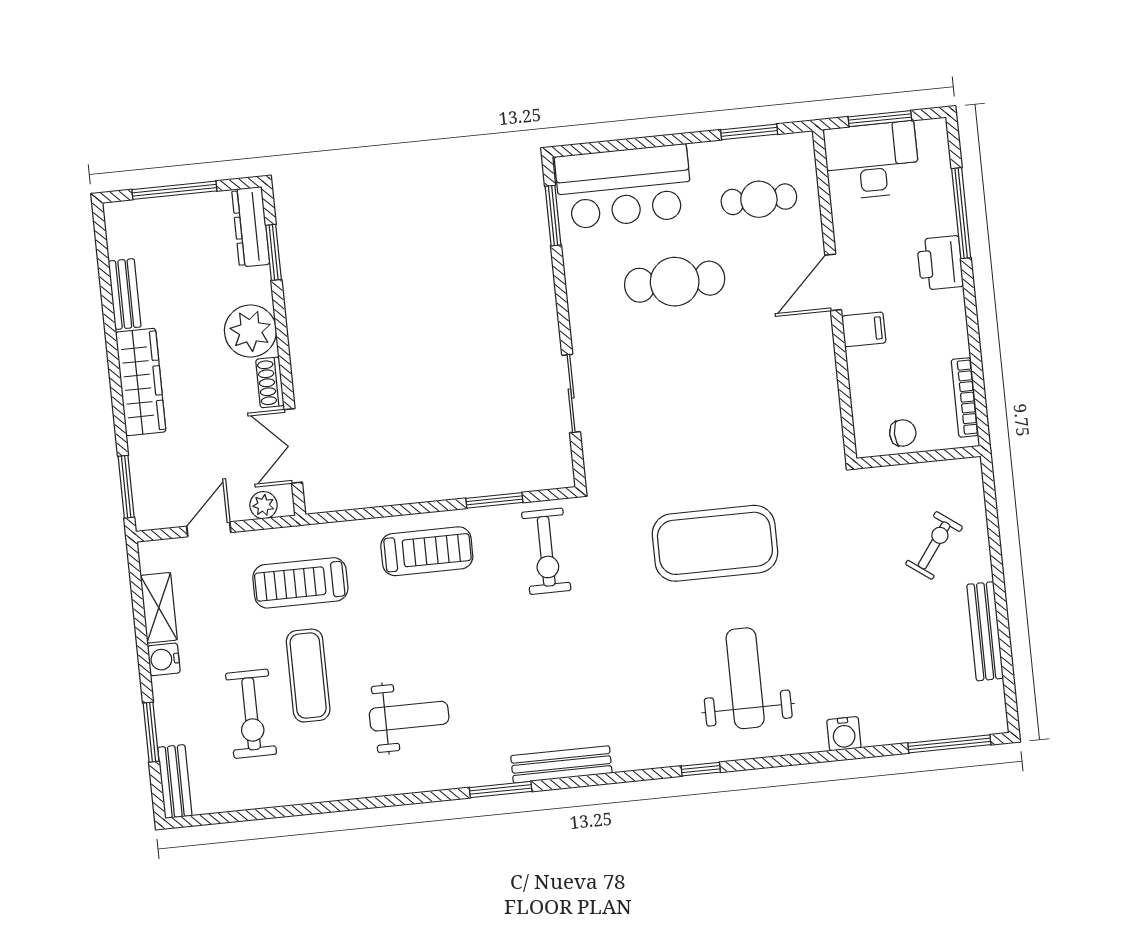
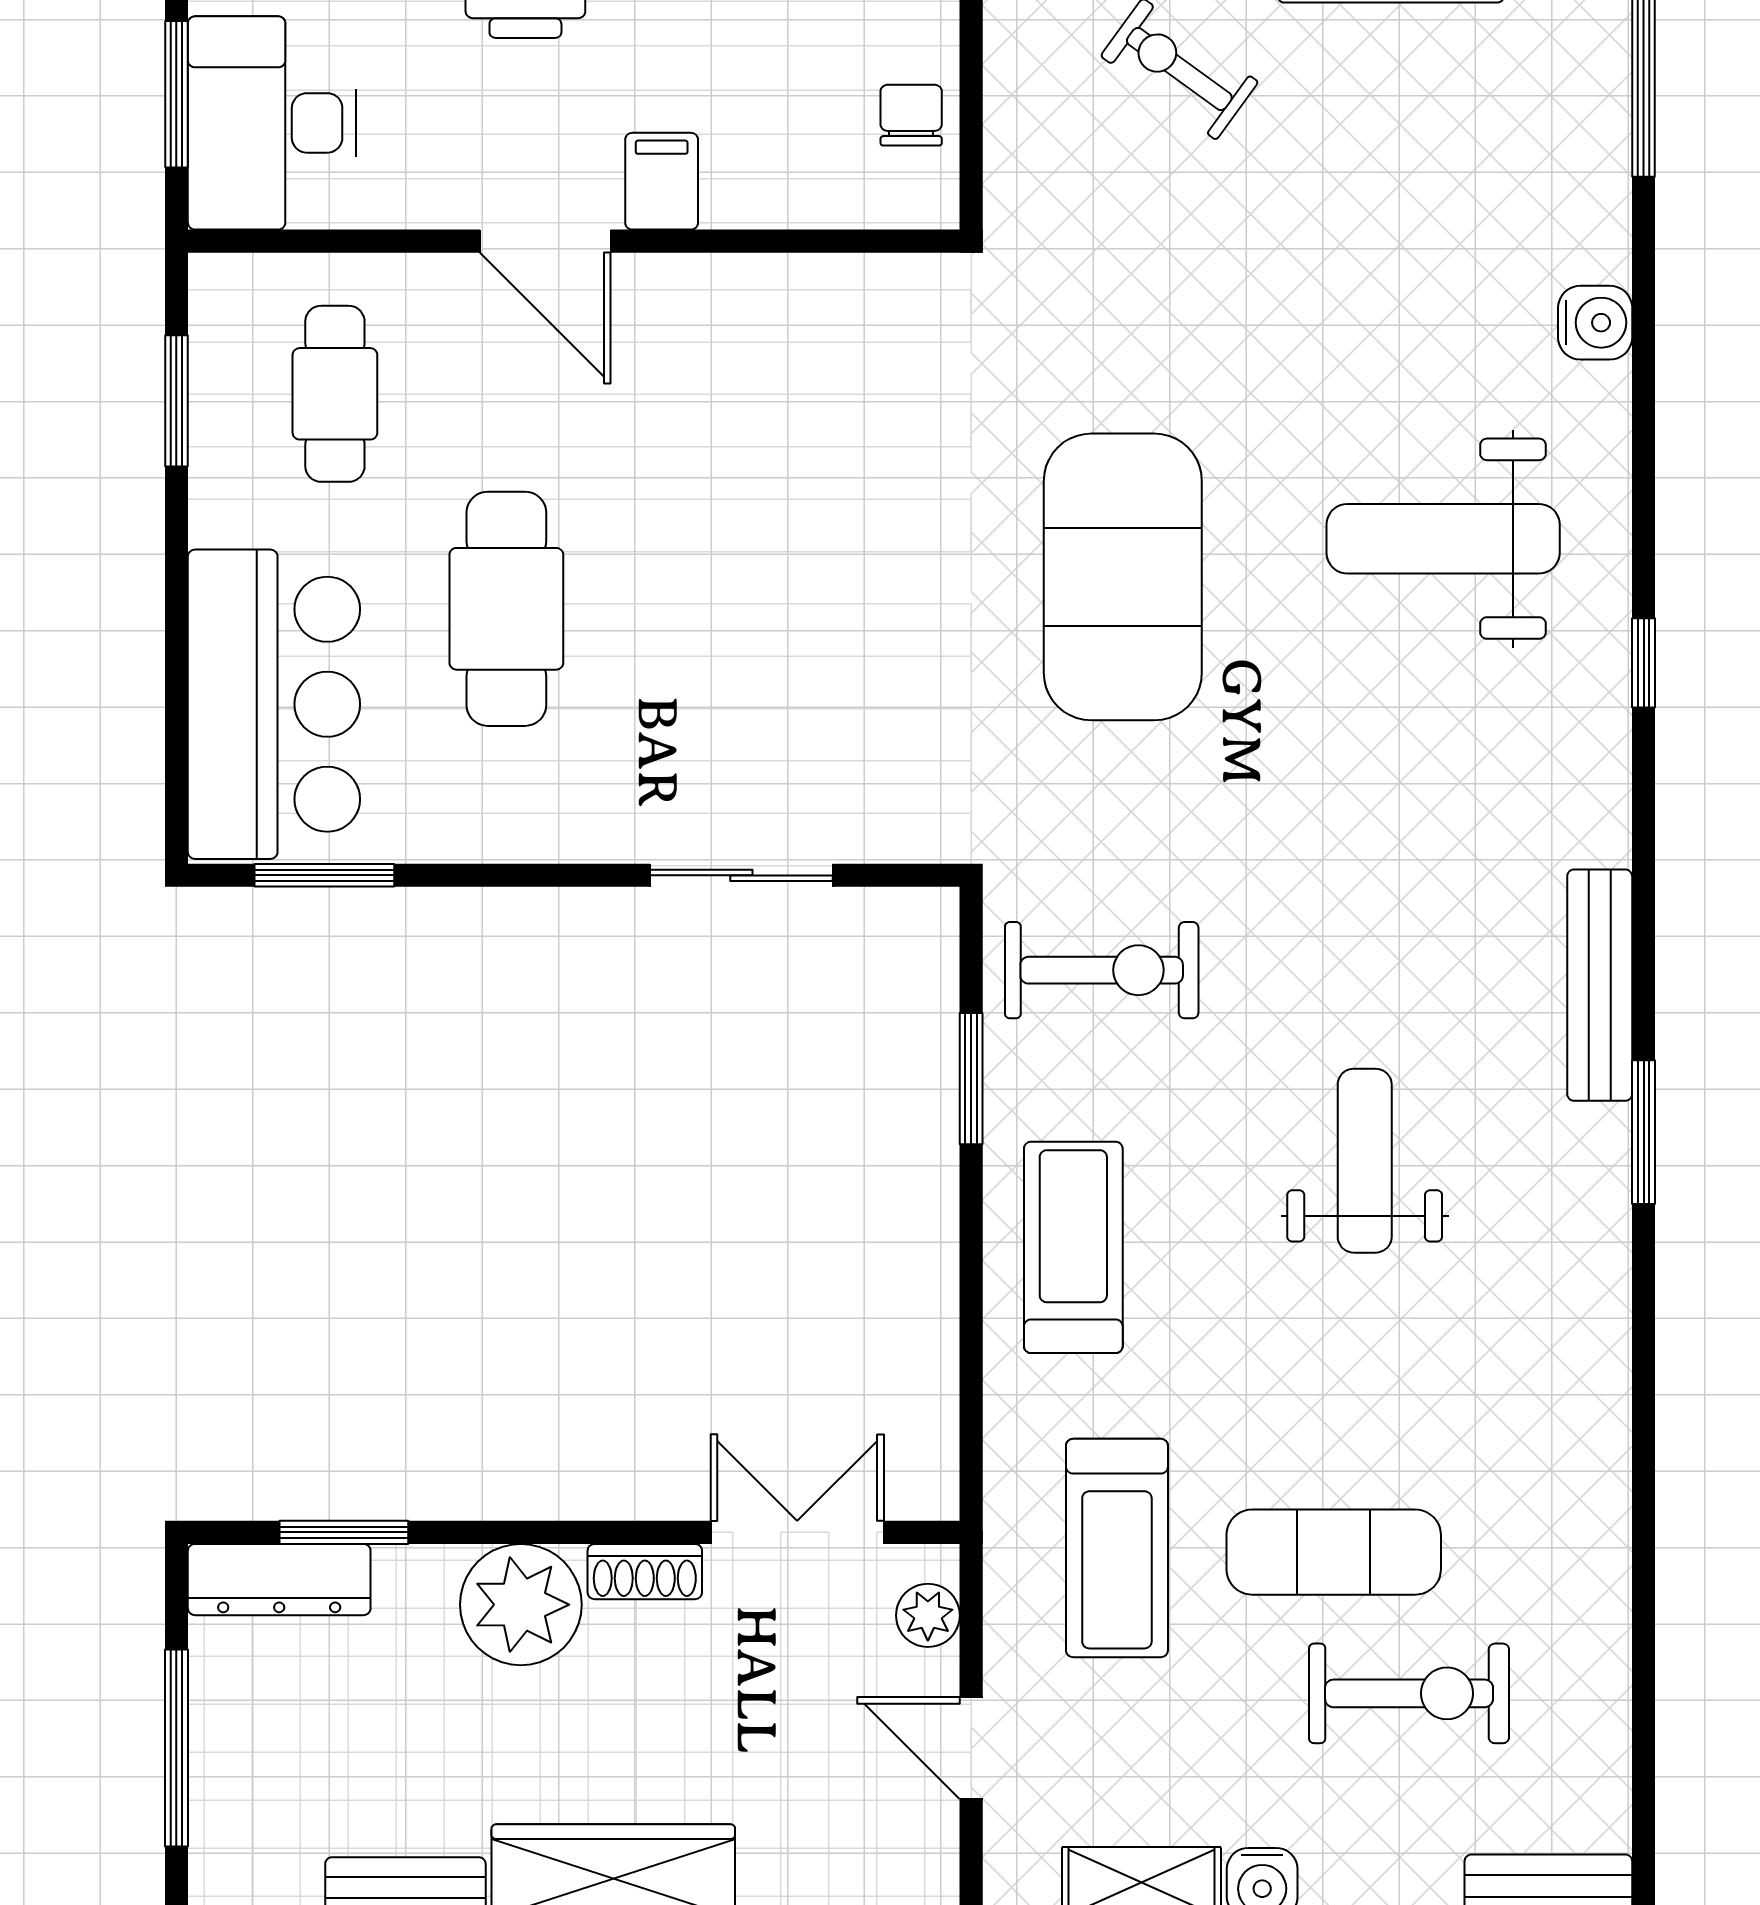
double door: (293, 446) -> (797, 1532), swing flipped
weight bench: (409, 716) -> (1365, 1161), moved

